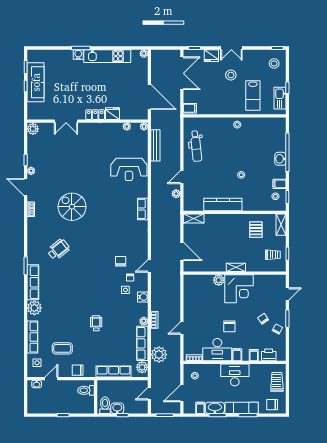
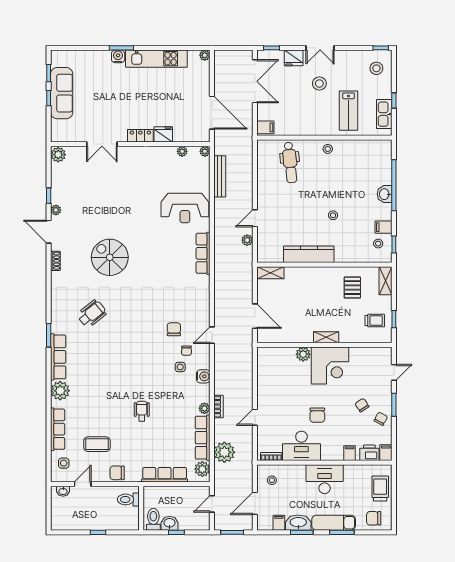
dental chair: (196, 146) -> (290, 162), moved
row of seats: (143, 209) -> (203, 253), width x1.48
filing cabinet: (237, 355) -> (386, 453), moved

